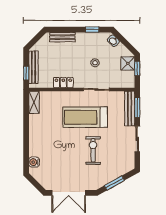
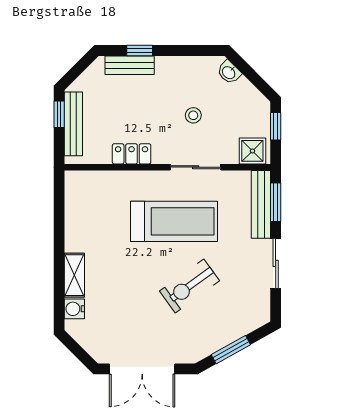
window: (92, 30) -> (140, 51), moved
shower: (128, 63) -> (252, 151), moved
window: (26, 73) -> (59, 114), moved
shelving: (34, 102) -> (74, 275), moved
treadmill: (85, 117) -> (174, 221), turned 180
exercise bike: (93, 150) -> (190, 286), turned -126

